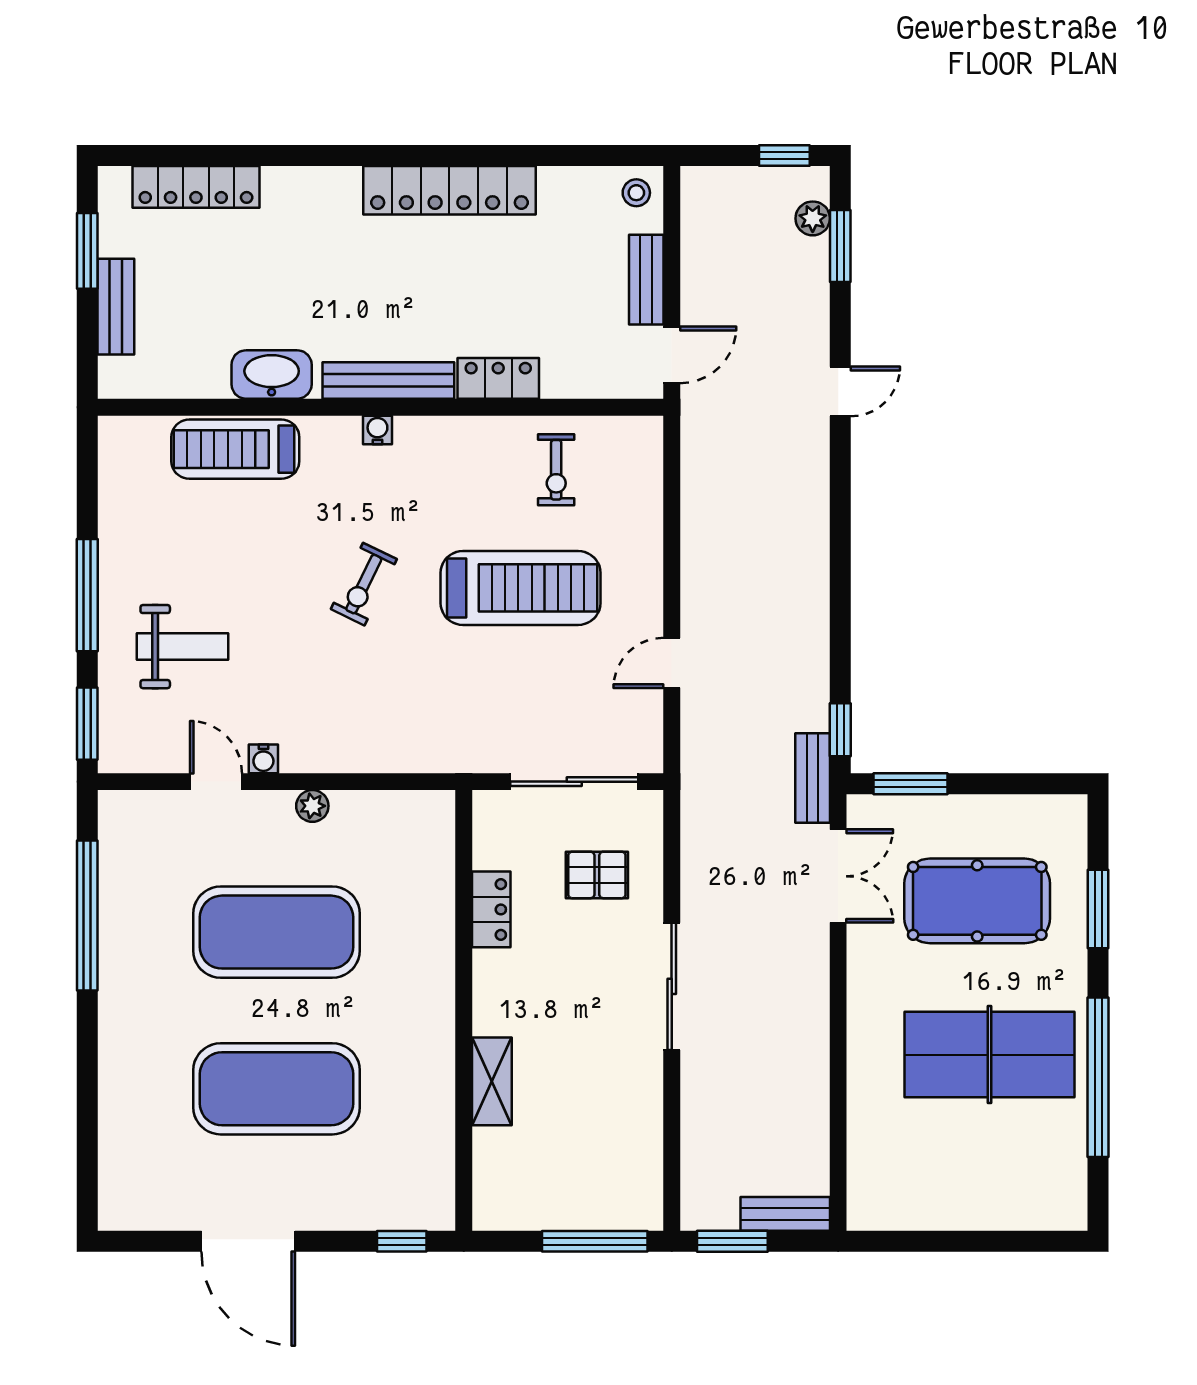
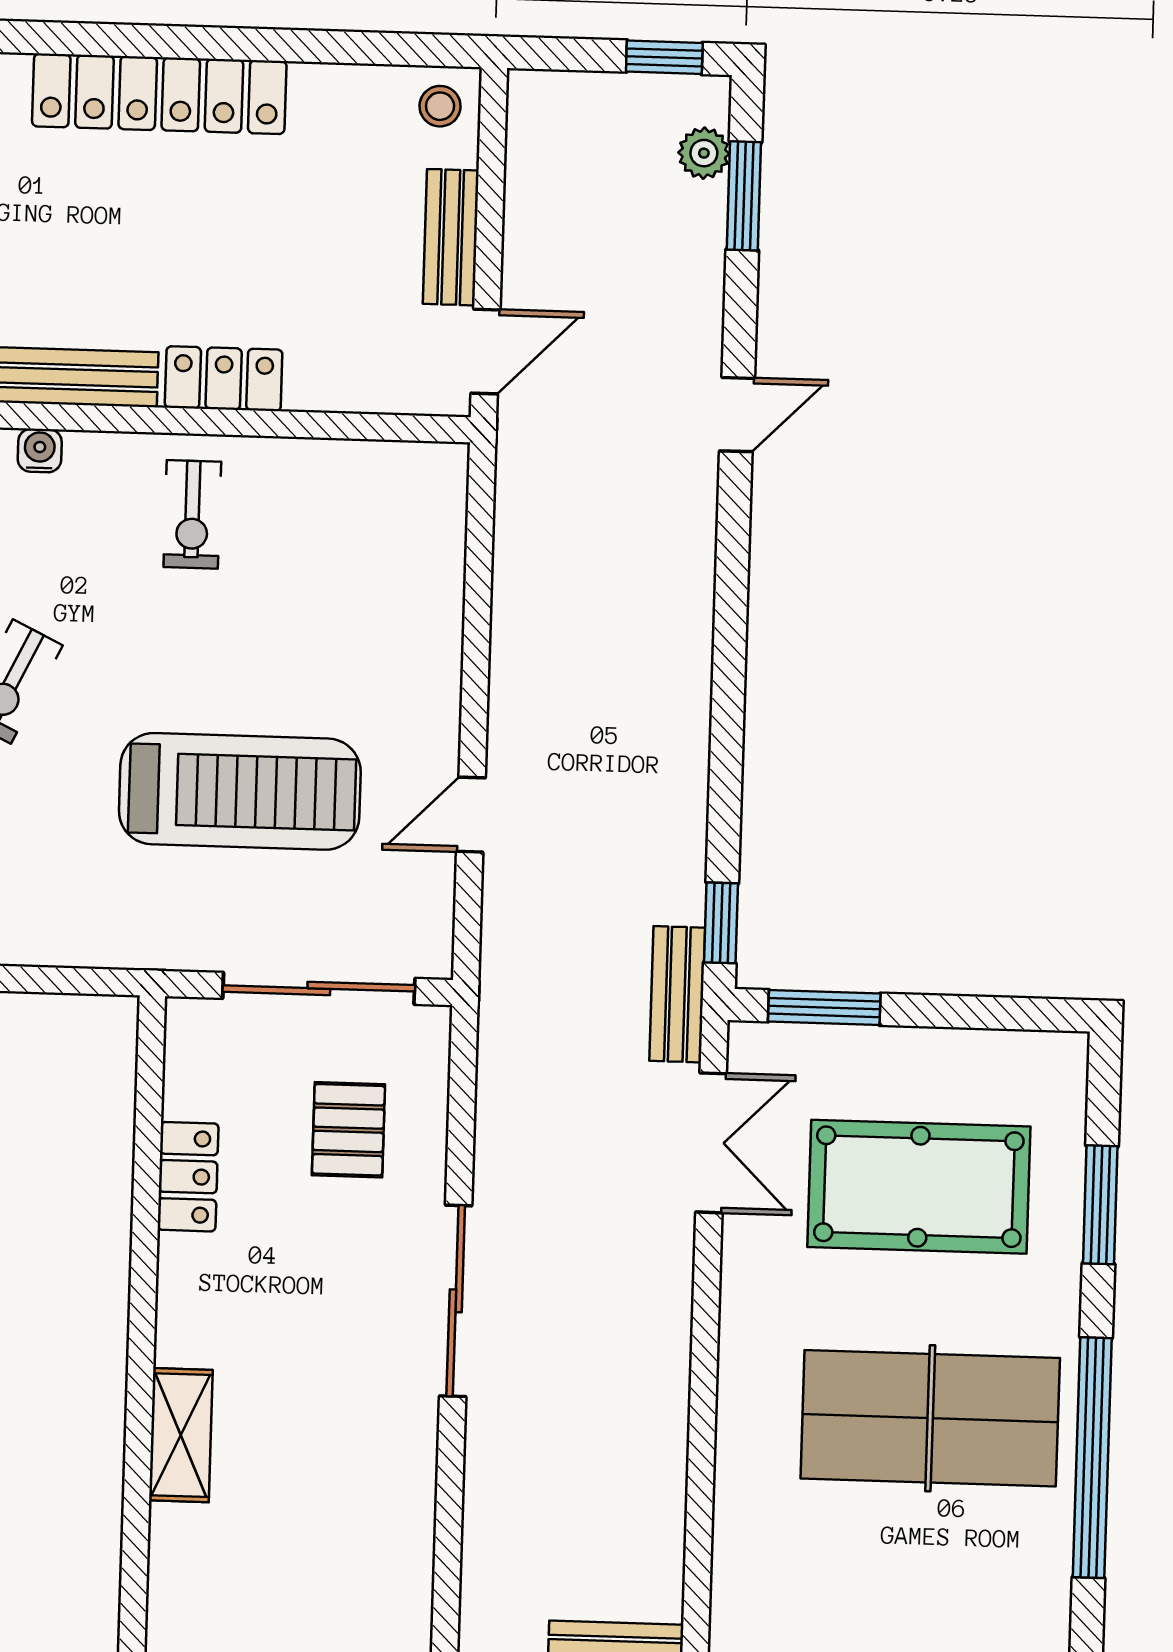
exercise bike: (556, 470) -> (192, 514), moved
treadmill: (521, 588) -> (240, 791), moved
pallet: (597, 875) -> (348, 1130), turned 90

